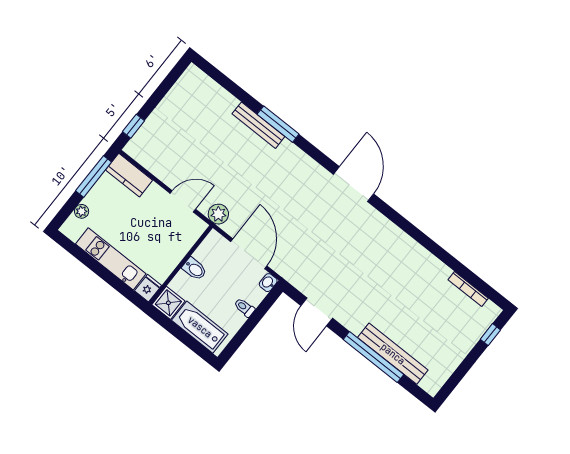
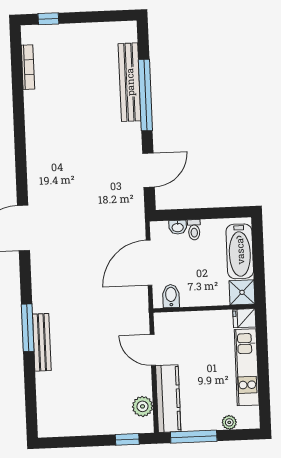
kitchen counter: (129, 175) -> (168, 399), width x1.50
plant: (218, 214) -> (143, 406), moved
bidet: (194, 269) -> (171, 296), moved
washbasin: (268, 283) -> (178, 227), moved

